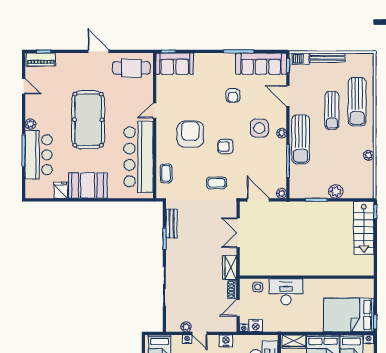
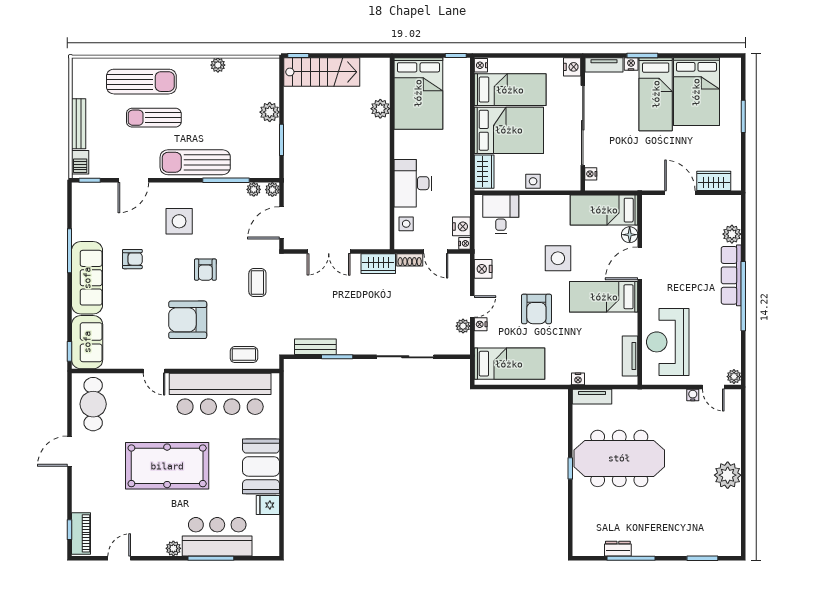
sofa: (261, 64) -> (87, 278), moved
sun lounger: (332, 110) -> (154, 118), turned 180
plant: (282, 133) -> (254, 189), moved
sun lounger: (301, 139) -> (195, 162), turned 180
plant: (338, 269) -> (380, 109), added
bed: (349, 315) -> (418, 93), moved

